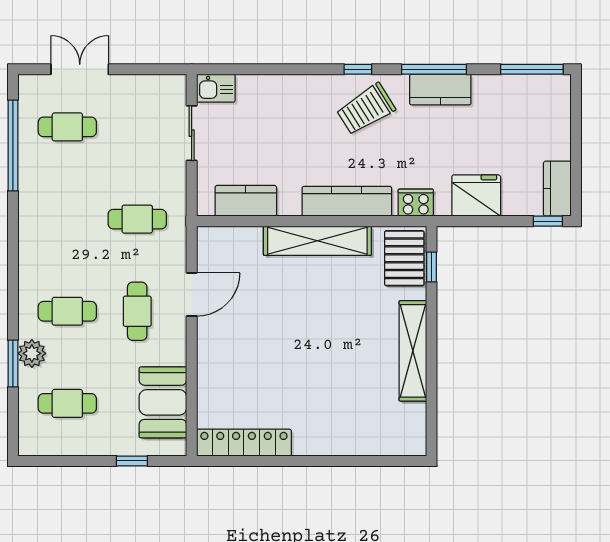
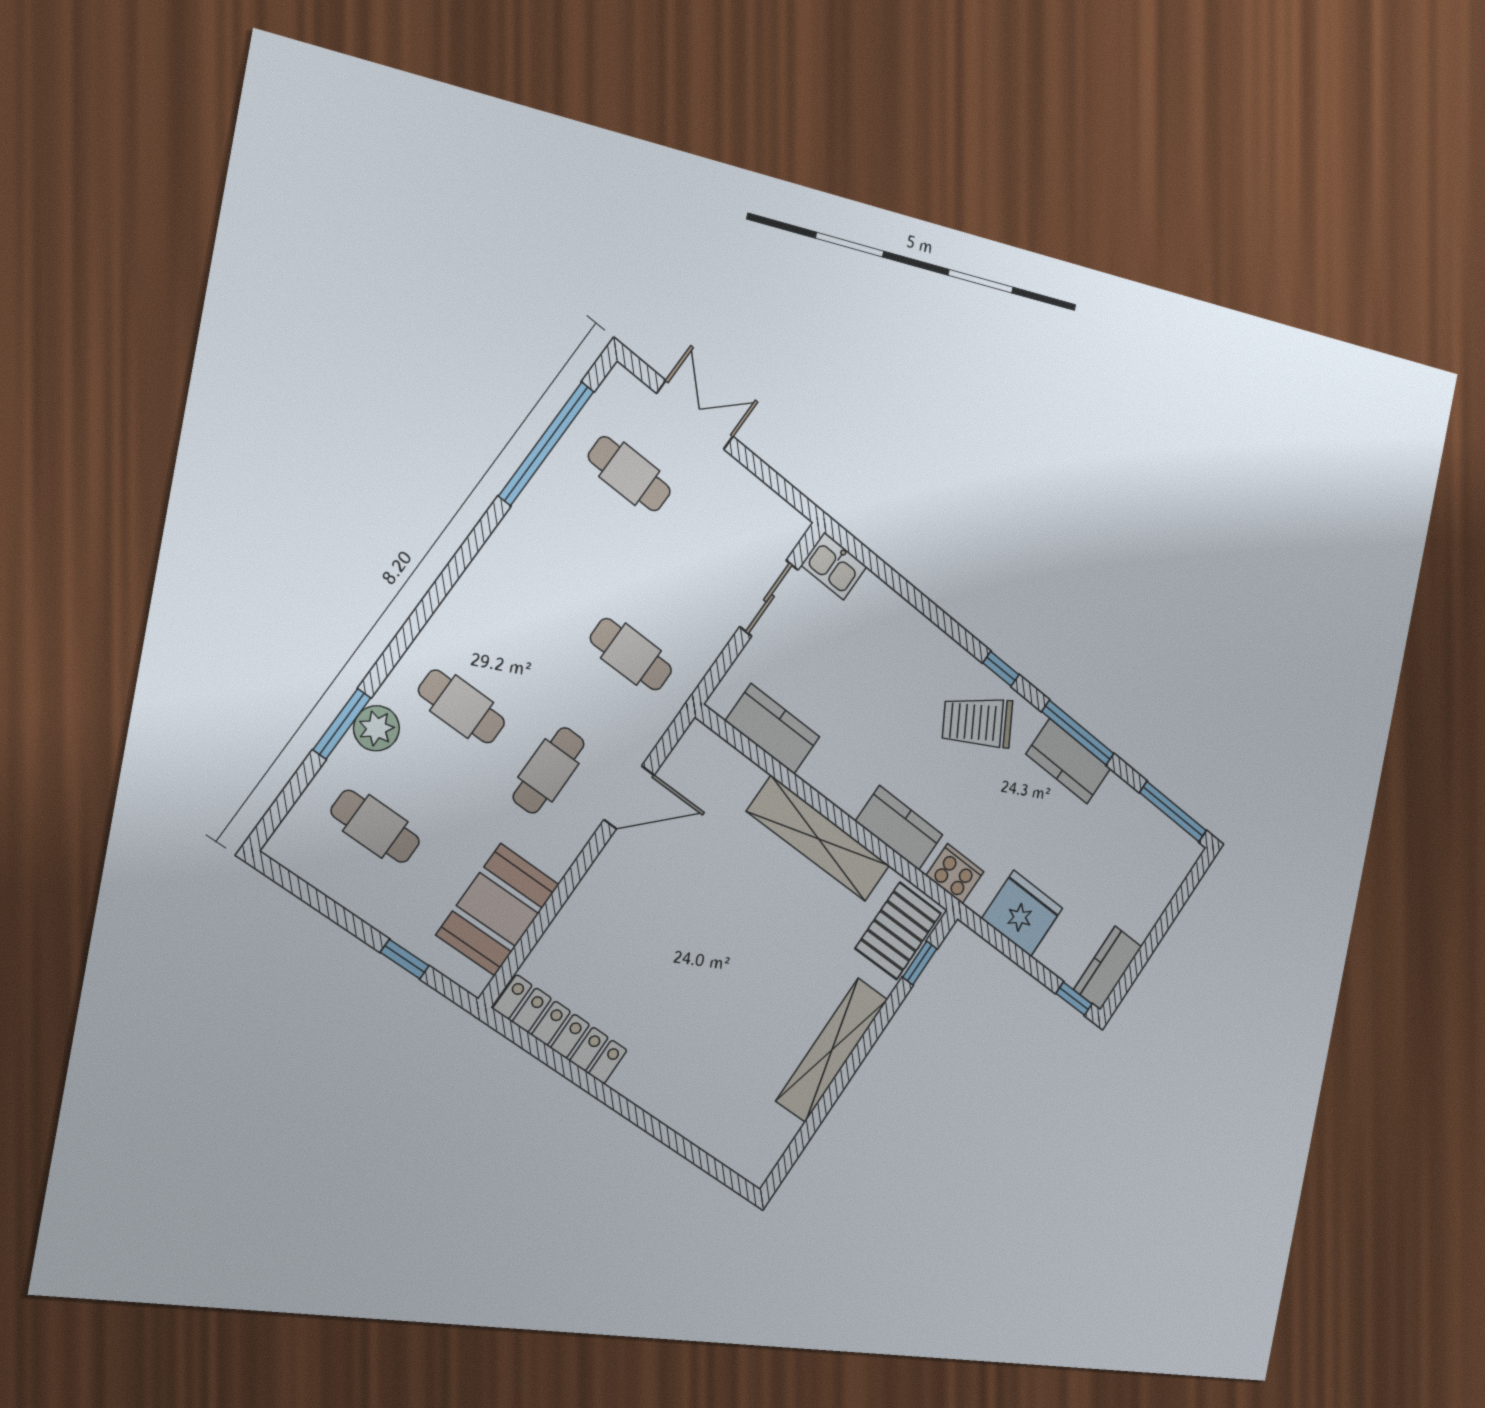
kitchen counter: (347, 201) -> (899, 828), width x0.67

